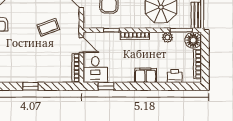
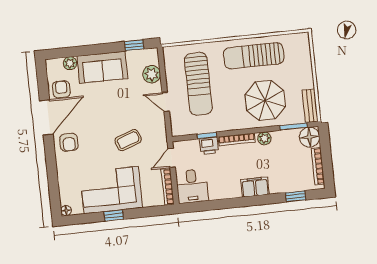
plant: (167, 37) -> (264, 138), moved
door: (81, 45) -> (172, 158), swing flipped
corner sofa: (31, 66) -> (111, 190), added
printer: (175, 76) -> (209, 146), moved, turned 180
window: (106, 86) -> (296, 196), moved

